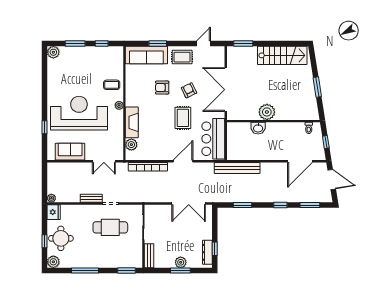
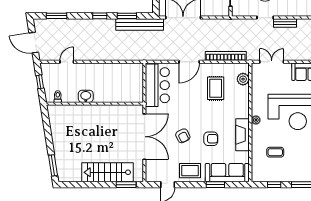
stairs: (282, 55) -> (107, 172), moved
coffee table: (112, 85) -> (275, 152), moved
window: (317, 87) -> (53, 165), moved
plant: (267, 112) -> (101, 113), removed
rug: (183, 118) -> (216, 88), moved
fireplace: (132, 122) -> (243, 135), moved
washbasin: (258, 128) -> (86, 96), moved
door: (300, 161) -> (67, 62), width x0.53
bench: (237, 168) -> (140, 25), moved
window: (280, 205) -> (100, 16), moved

